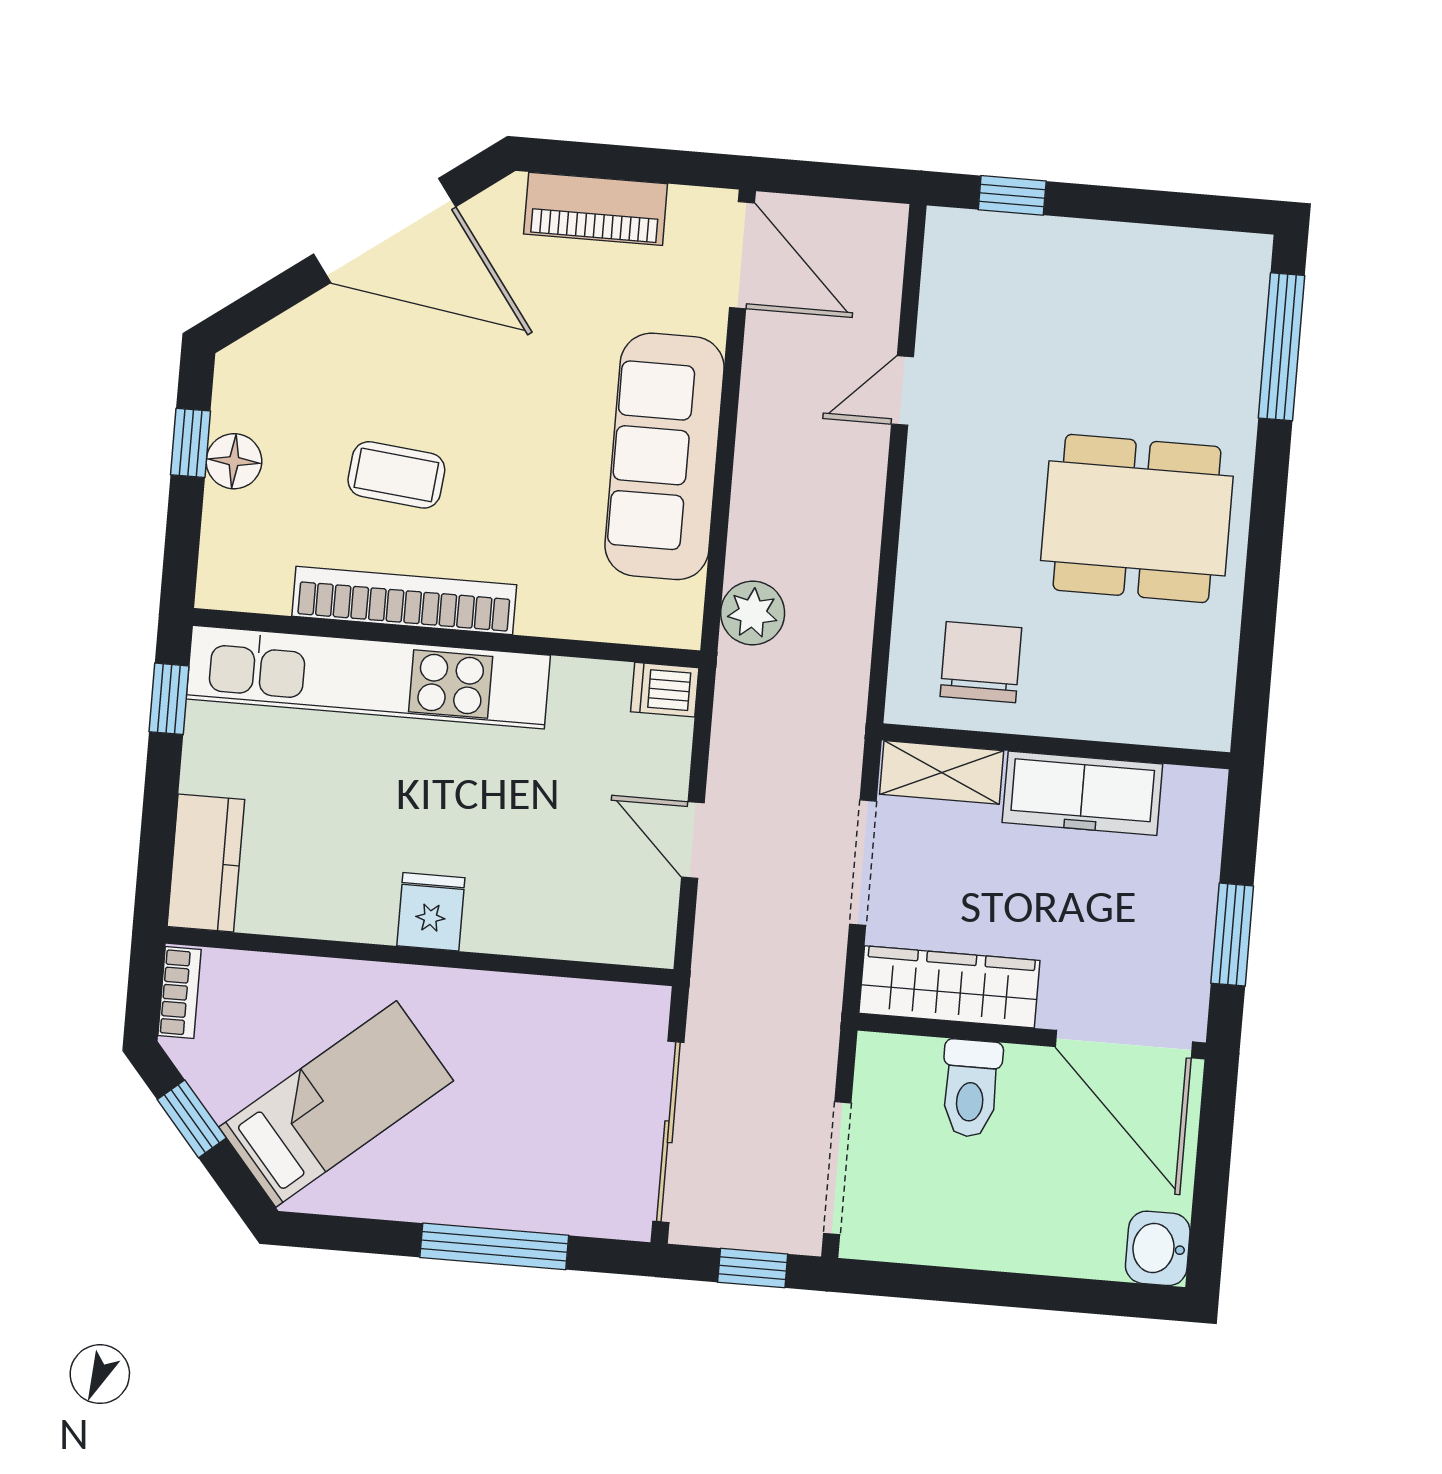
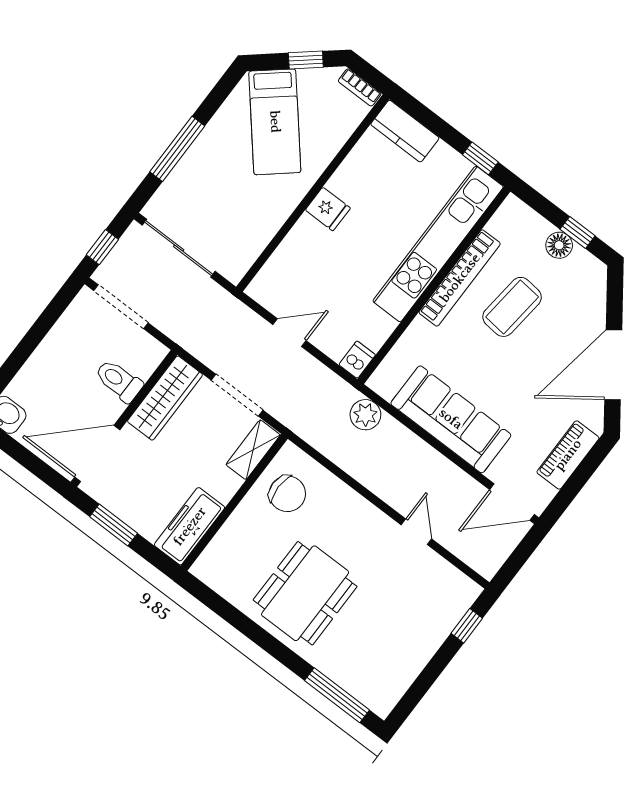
coffee table: (396, 475) -> (512, 307), width x1.36, depth x1.30
freezer: (1082, 793) -> (190, 526), moved

